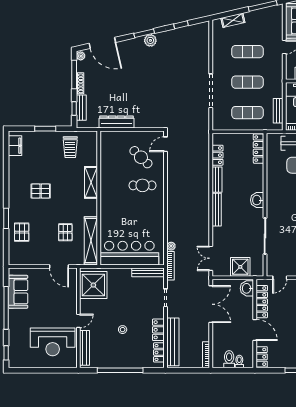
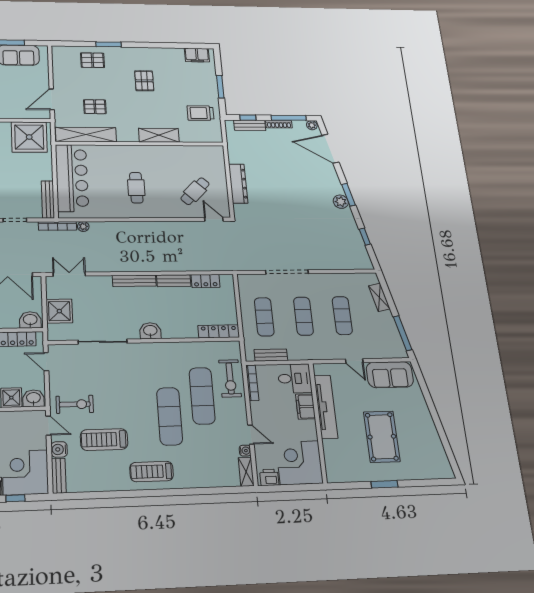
door: (102, 43) -> (330, 149), hinge flipped
dresser: (117, 122) -> (238, 184), moved
cafe table: (142, 185) -> (136, 188), moved

